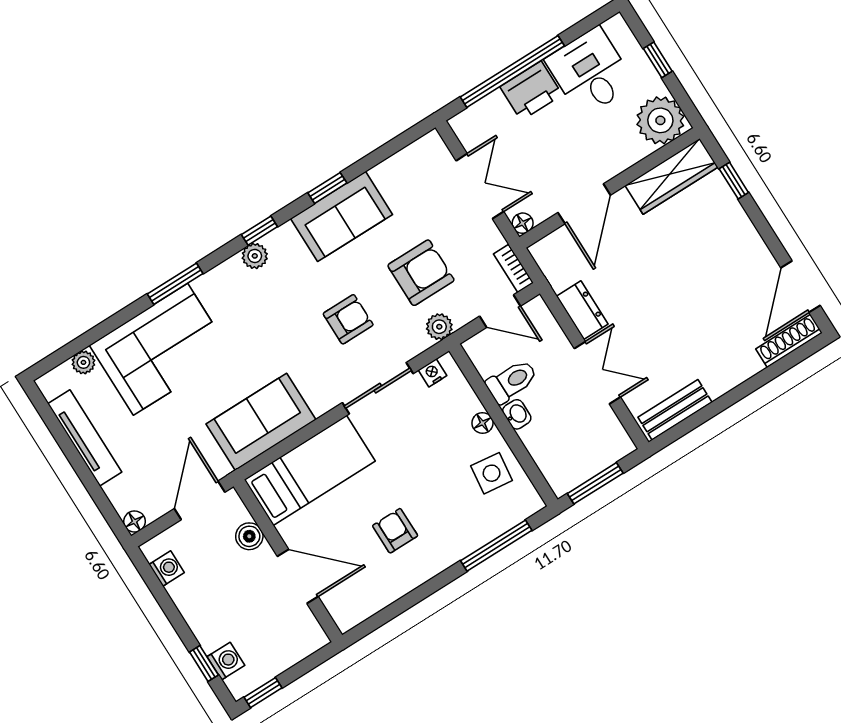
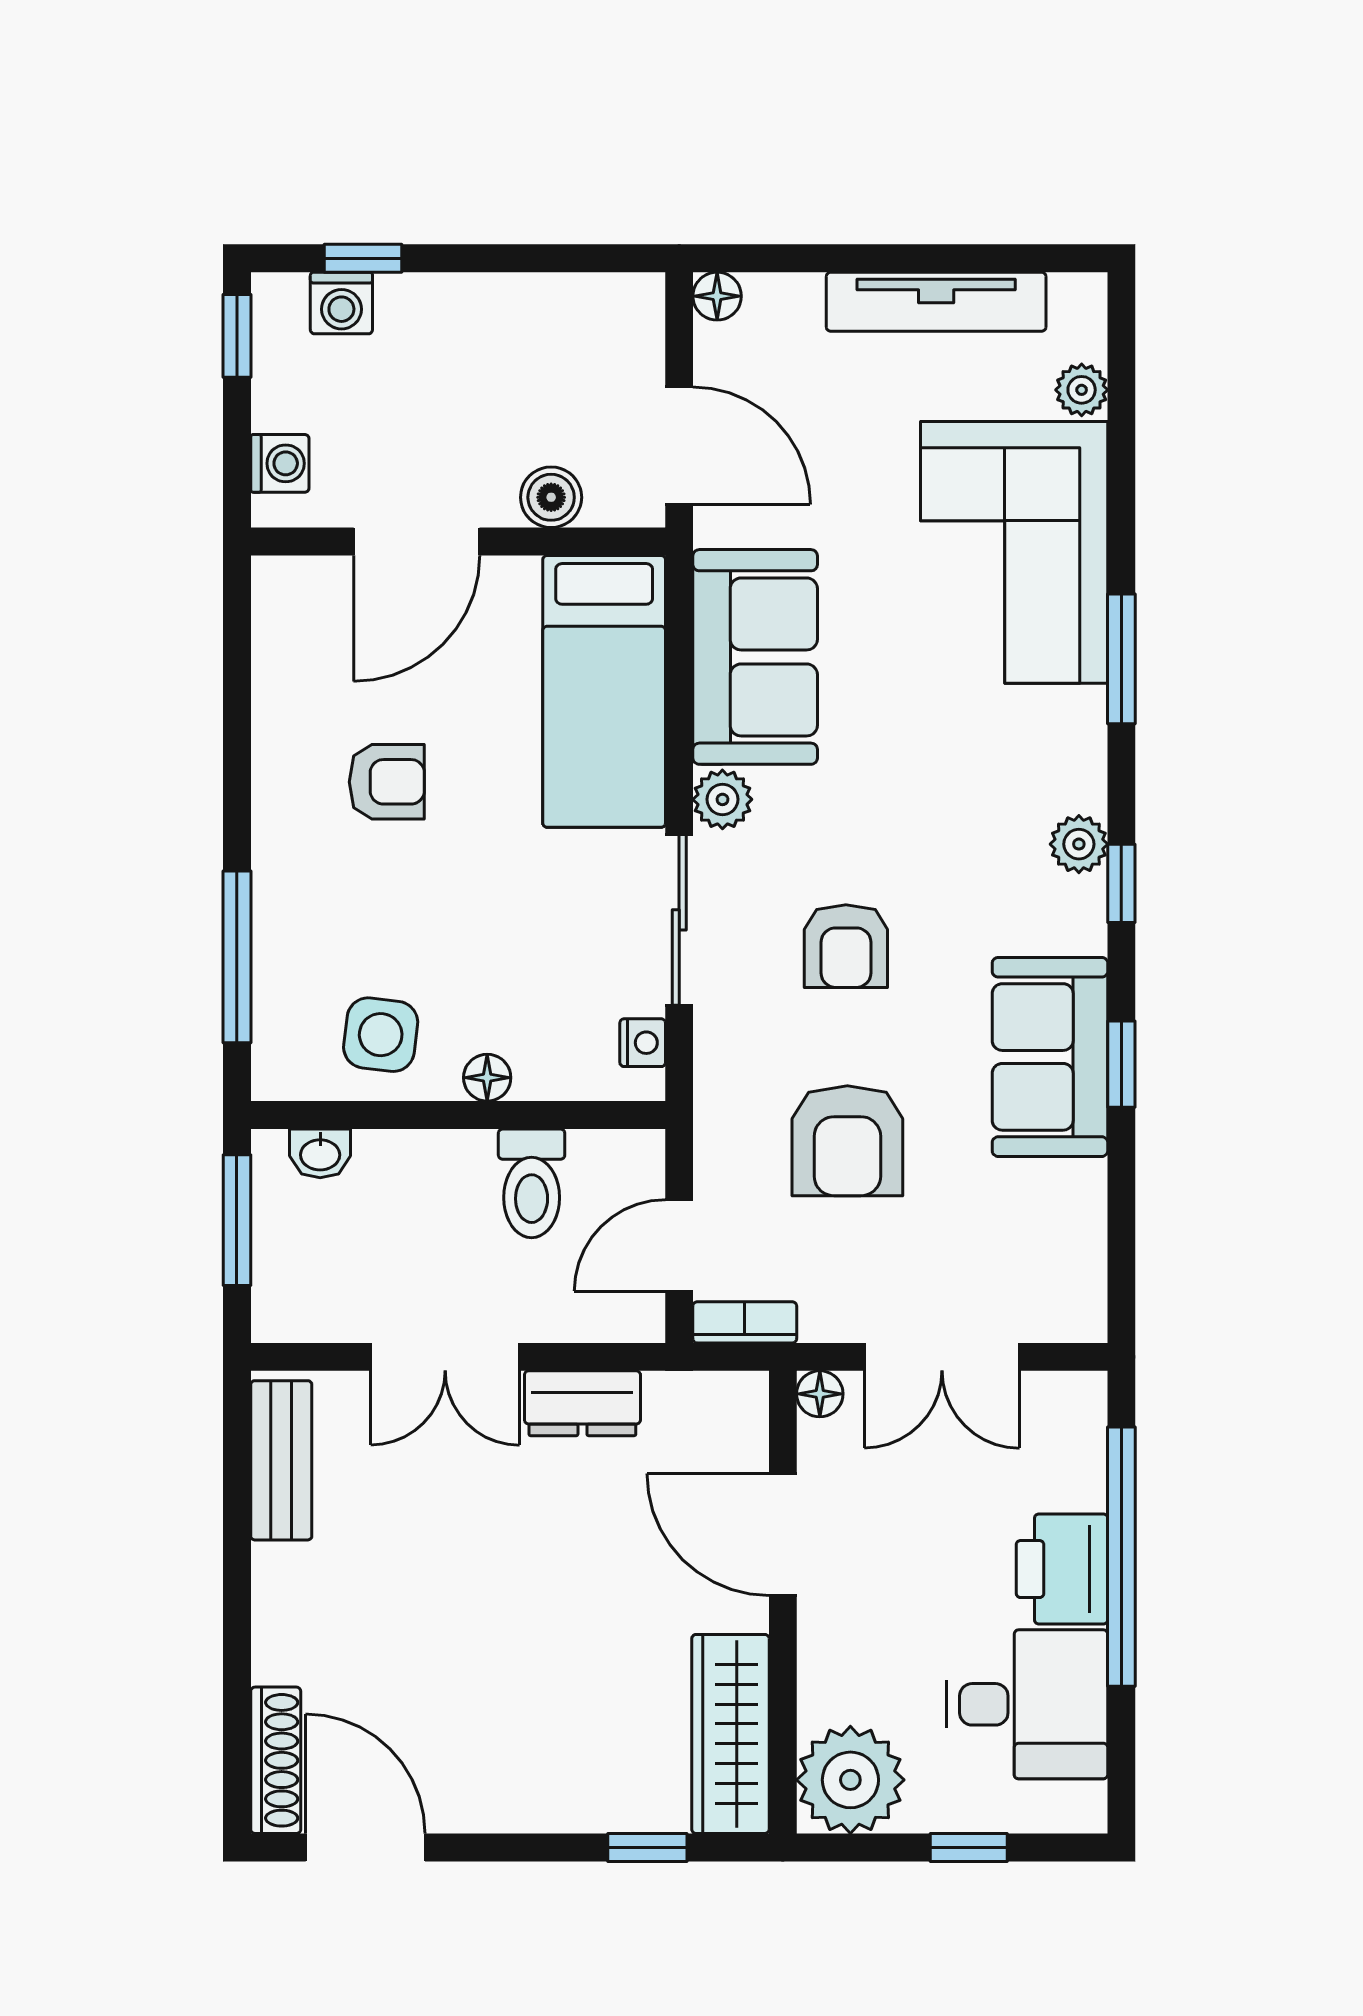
plant: (439, 327) -> (722, 799), moved
washbasin: (517, 414) -> (320, 1153), moved
washing machine: (167, 569) -> (280, 463), moved, turned -90

